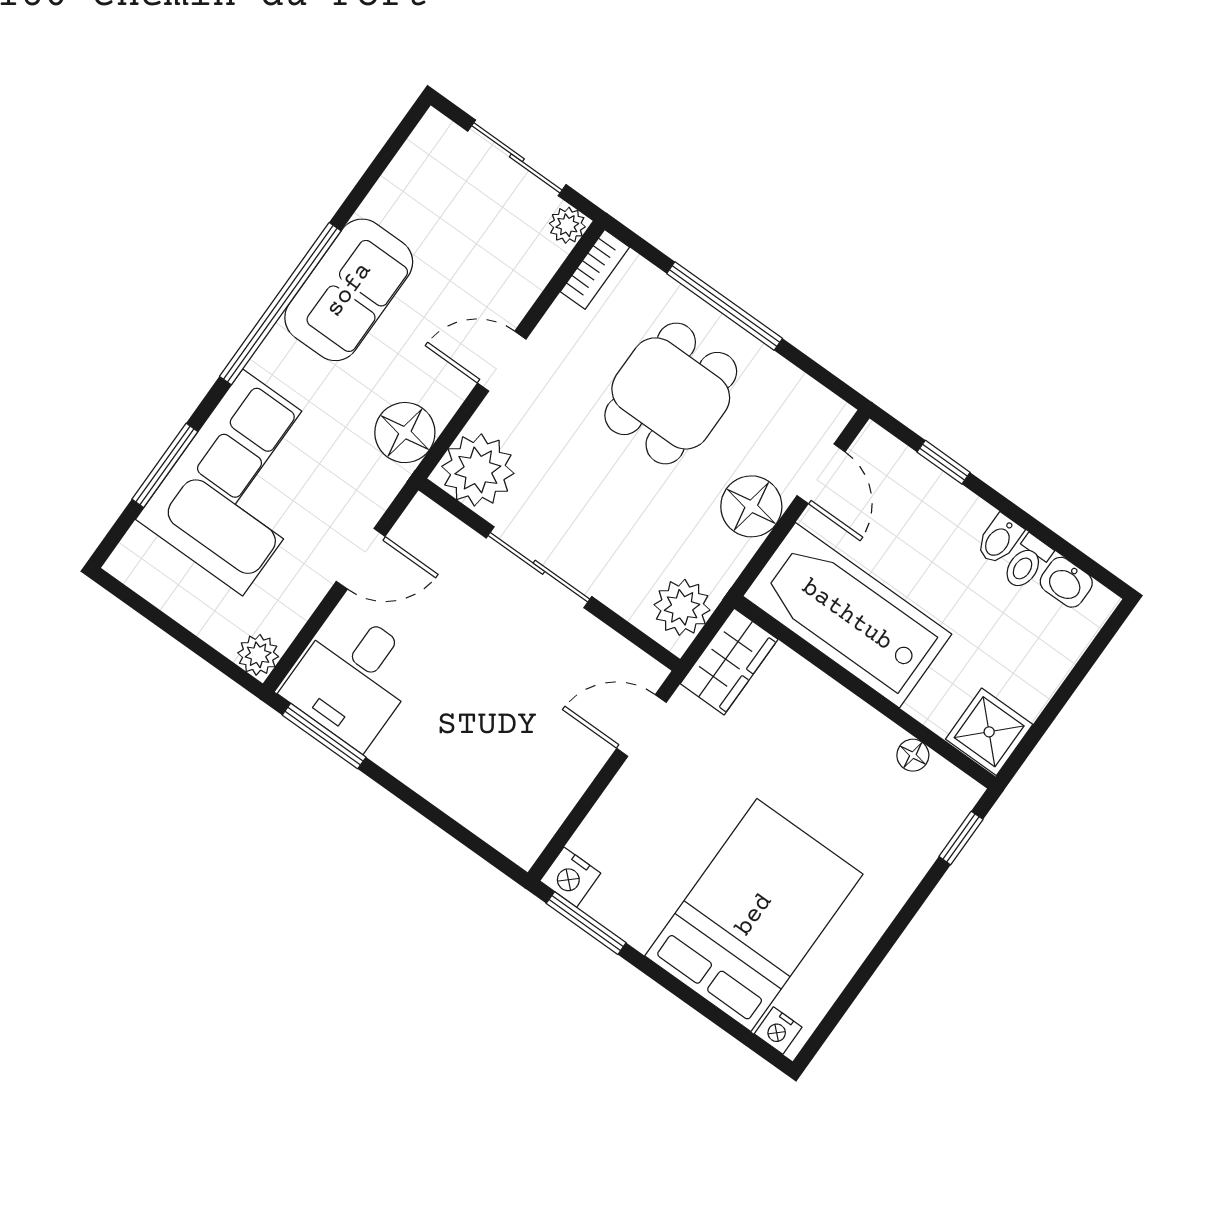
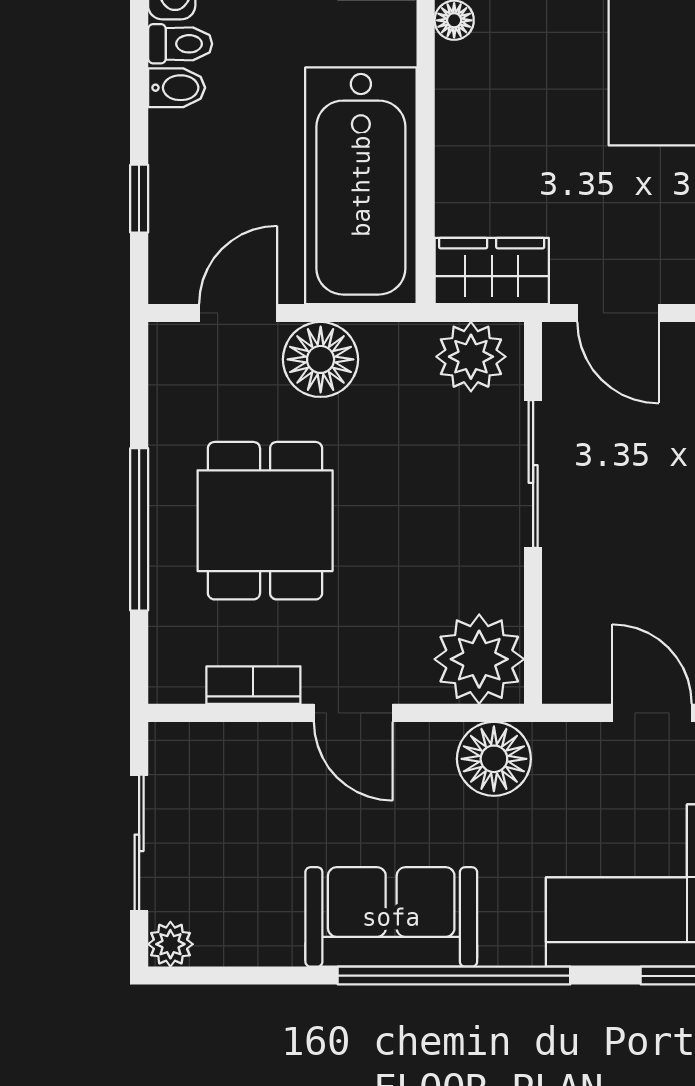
plant: (567, 225) -> (170, 944), moved
bookcase: (595, 269) -> (253, 685), moved
dining table: (671, 393) -> (265, 521), turned 90
sliding door: (539, 567) -> (533, 474), moved

